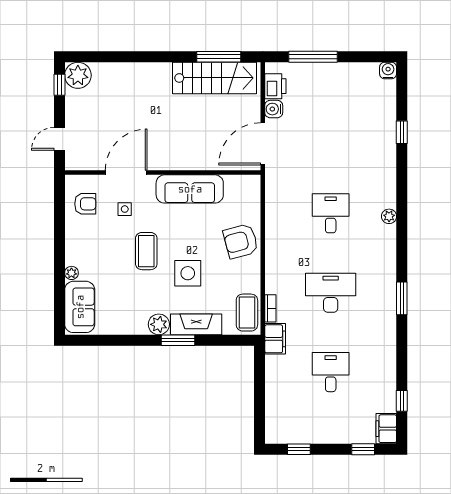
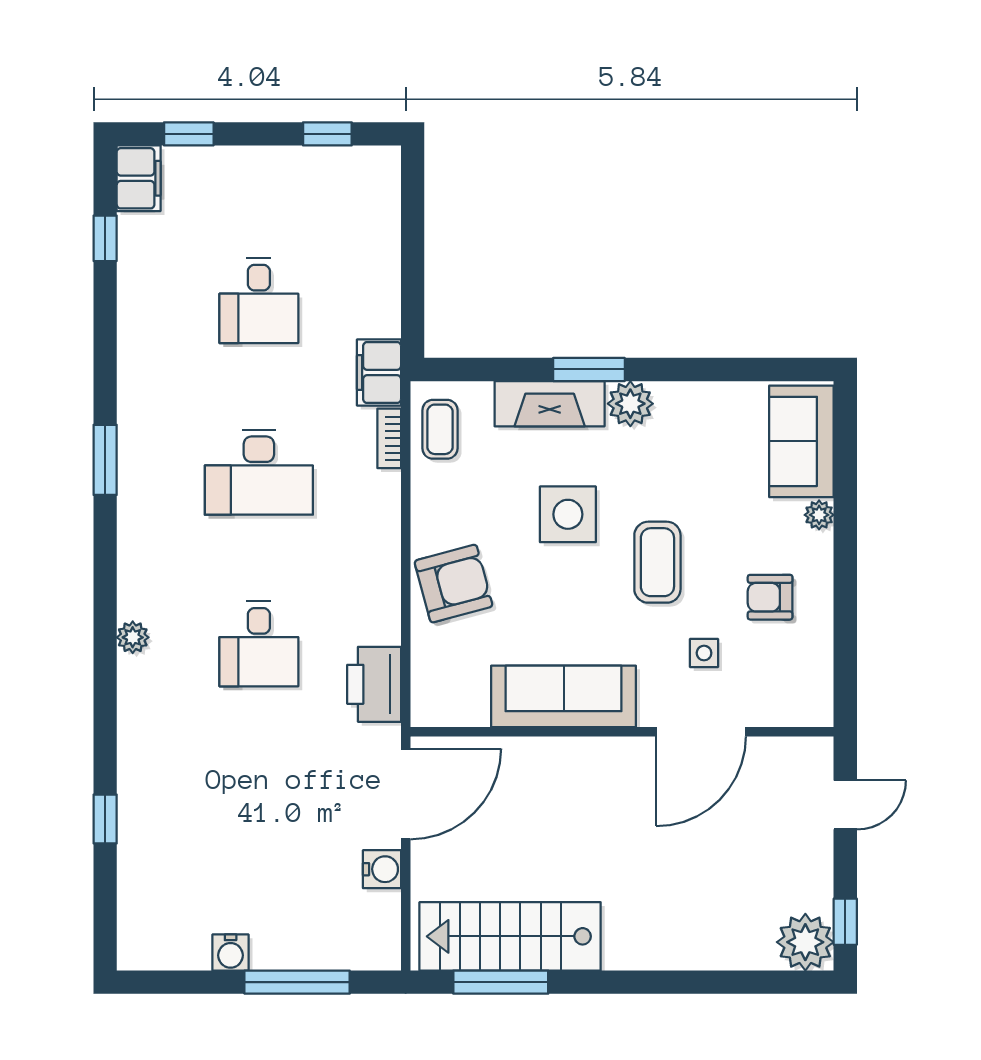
water cooler: (388, 70) -> (231, 952), moved
printer: (275, 86) -> (374, 684), moved, width x1.37, depth x1.19
armchair: (85, 204) -> (770, 597), moved
coffee table: (247, 313) -> (440, 429), width x0.73, depth x0.77

